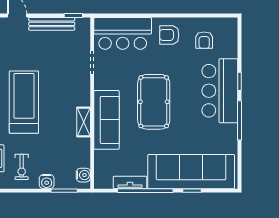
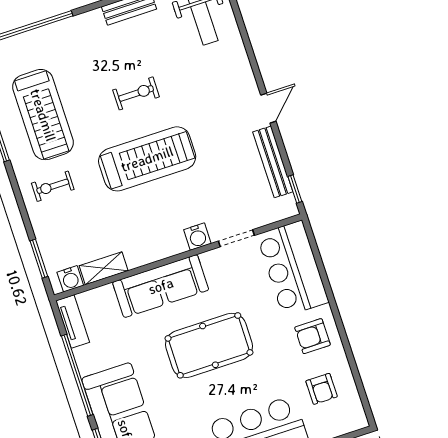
armchair: (169, 35) -> (313, 336), turned -90
armchair: (204, 40) -> (322, 389), turned -90
shelving: (84, 122) -> (104, 268), moved
water cooler: (47, 182) -> (197, 237), moved, turned -90
tv unit: (130, 182) -> (73, 321), moved

